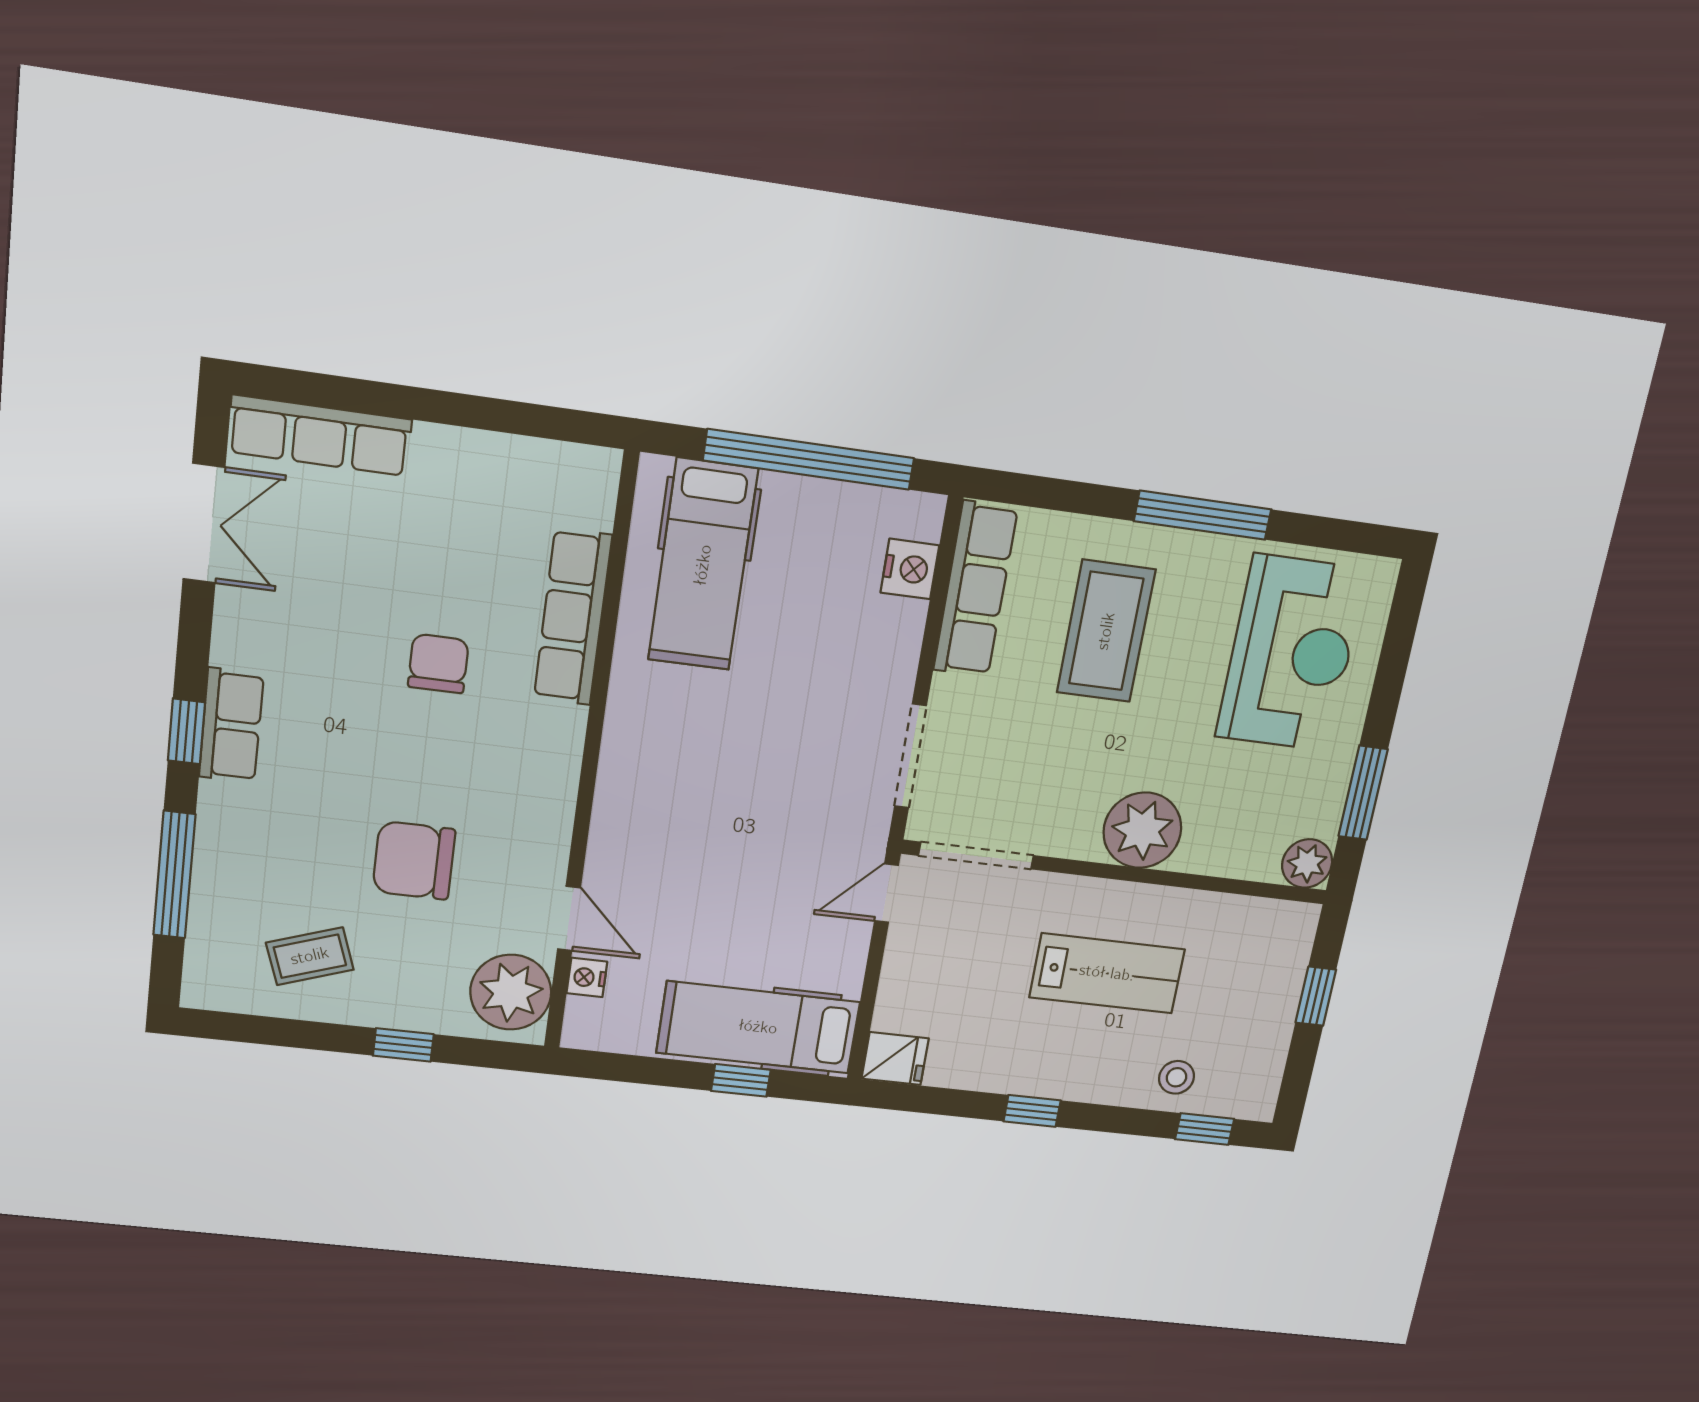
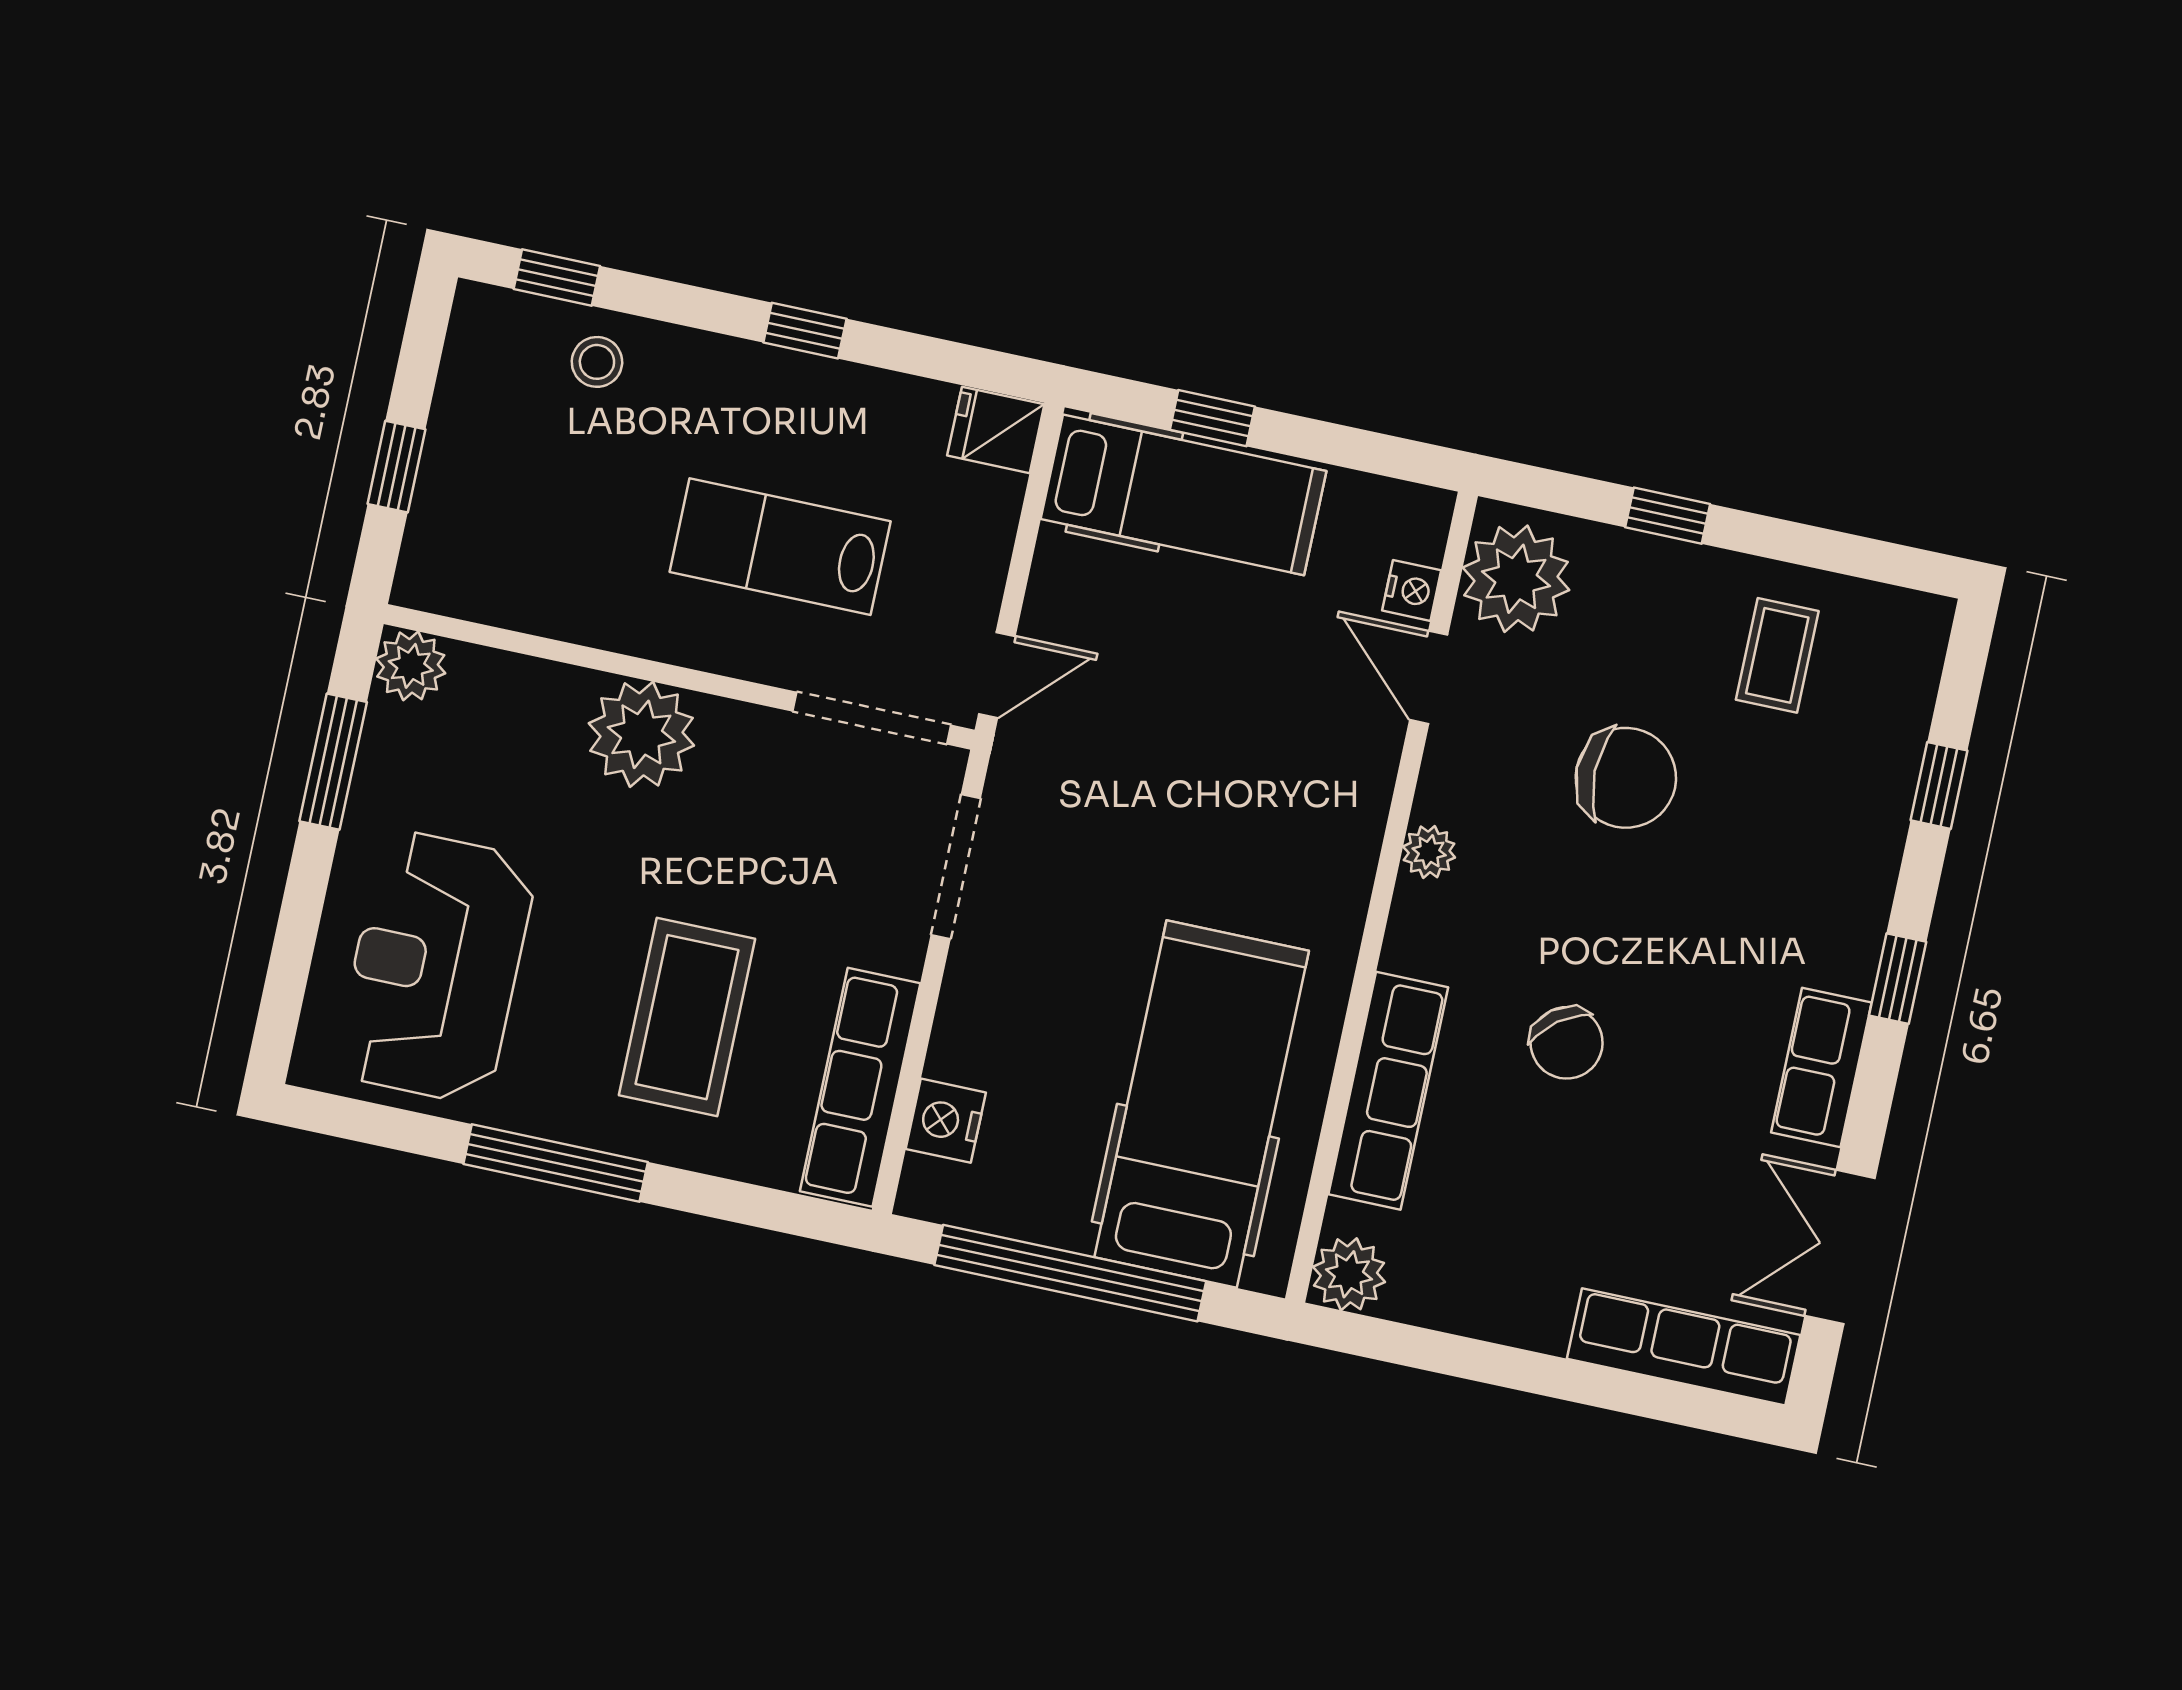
plant: (591, 474) -> (1349, 1274), added
hospital bed: (703, 565) -> (1202, 1104), width x1.37, depth x1.29
chair: (438, 664) -> (1567, 1043), turned -37
row of seats: (231, 725) -> (1821, 1067), moved
plant: (557, 795) -> (1429, 852), added
window: (174, 875) -> (1939, 785), width x0.46
coffee table: (310, 956) -> (1777, 655), turned -71
lab bench: (1107, 973) -> (780, 547), moved

